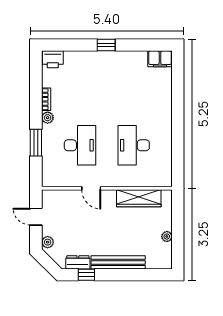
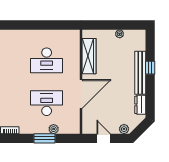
plant: (48, 118) -> (54, 129), moved
door: (91, 188) -> (81, 94), width x1.88
door: (36, 217) -> (104, 138), swing flipped
window: (86, 275) -> (150, 68), moved

